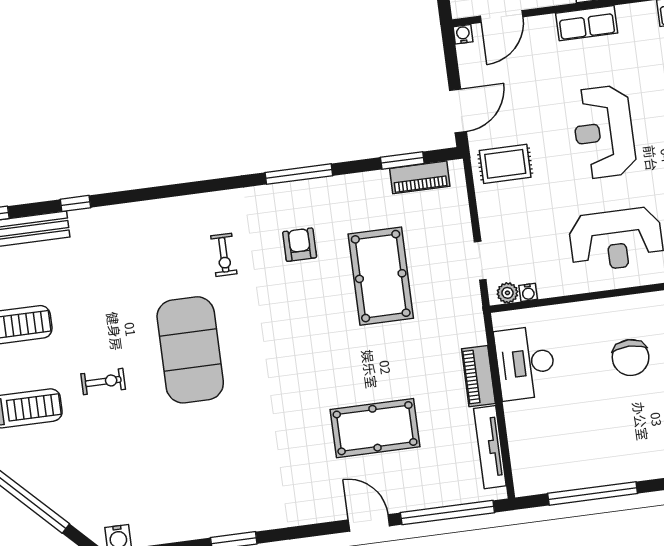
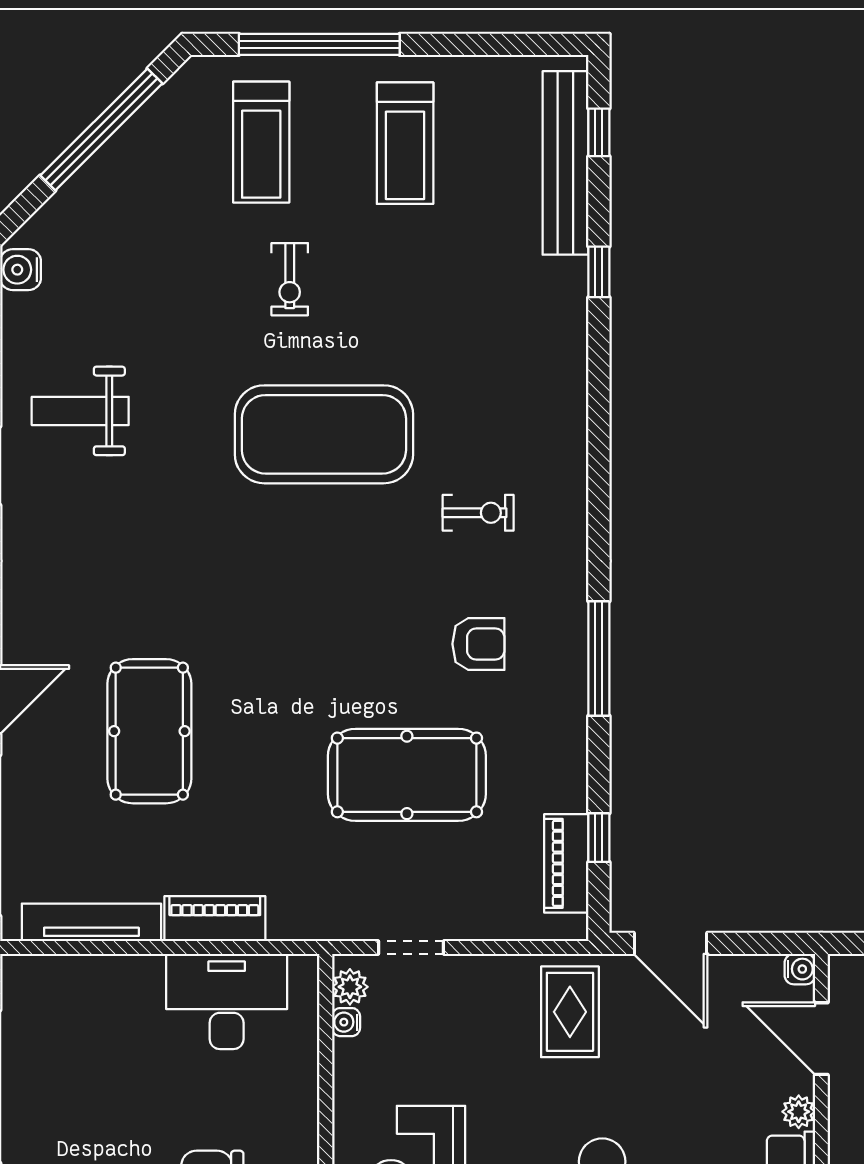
plant: (546, 24) -> (799, 1112), added
window: (402, 160) -> (599, 838), width x0.67
exercise bike: (224, 255) -> (478, 513), turned 180
weight bench: (195, 493) -> (80, 411), added

